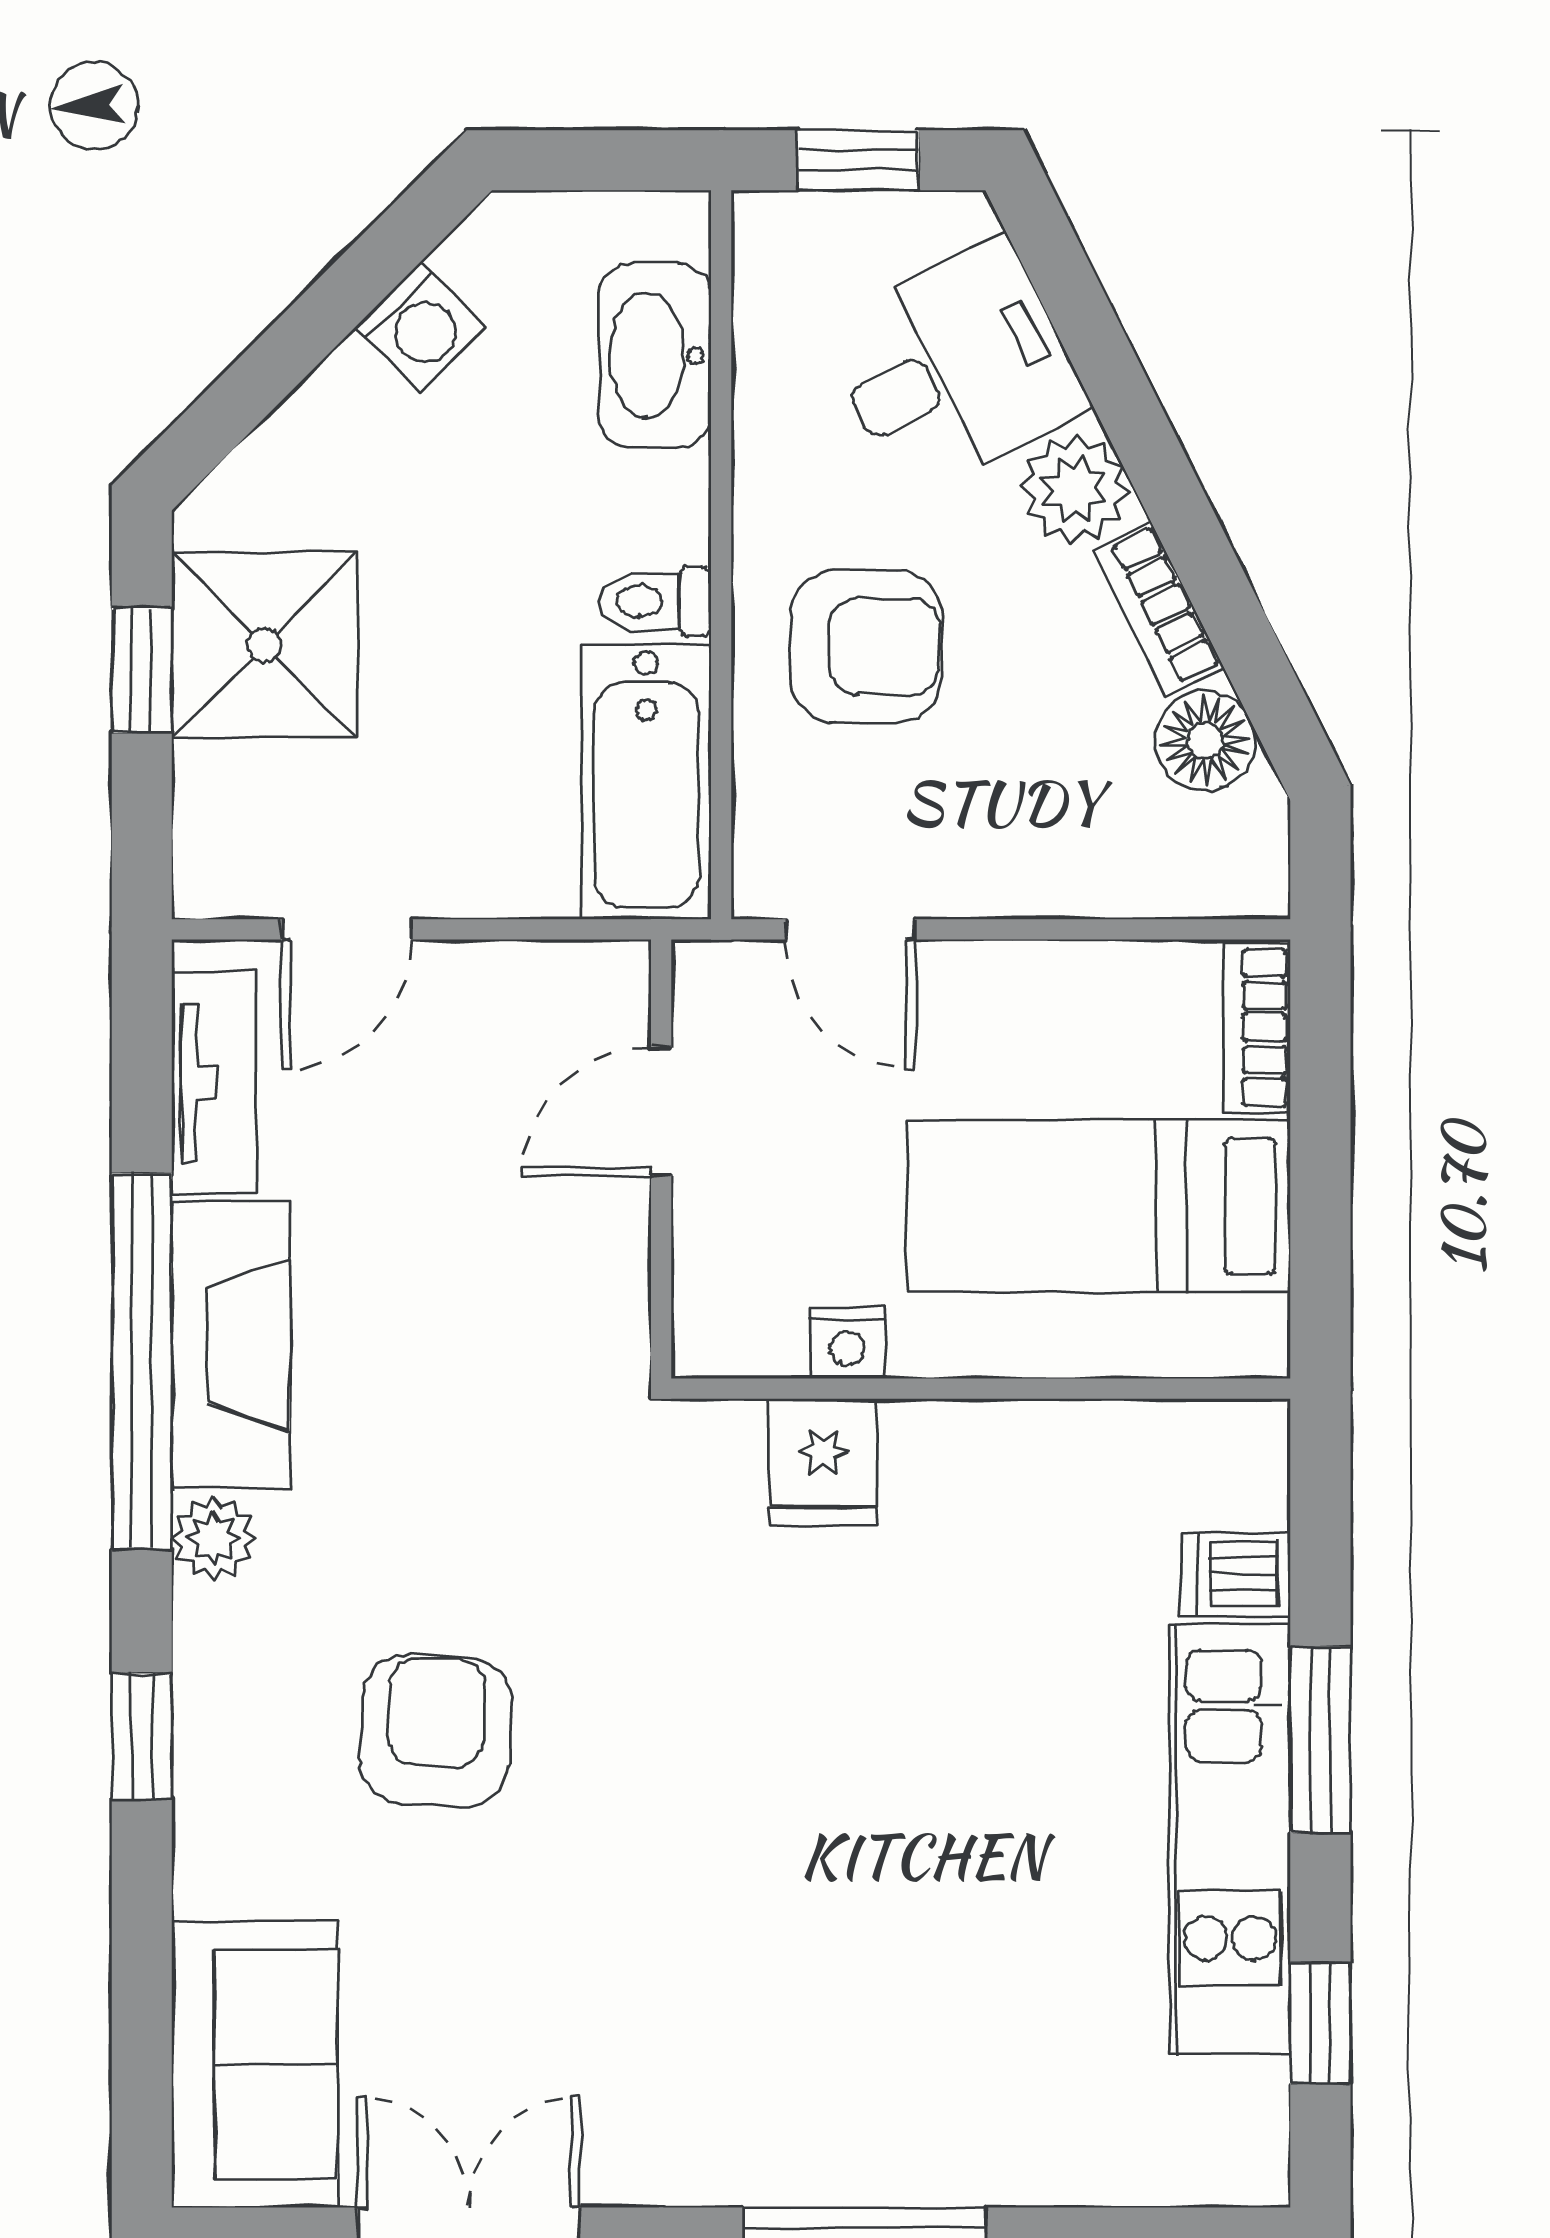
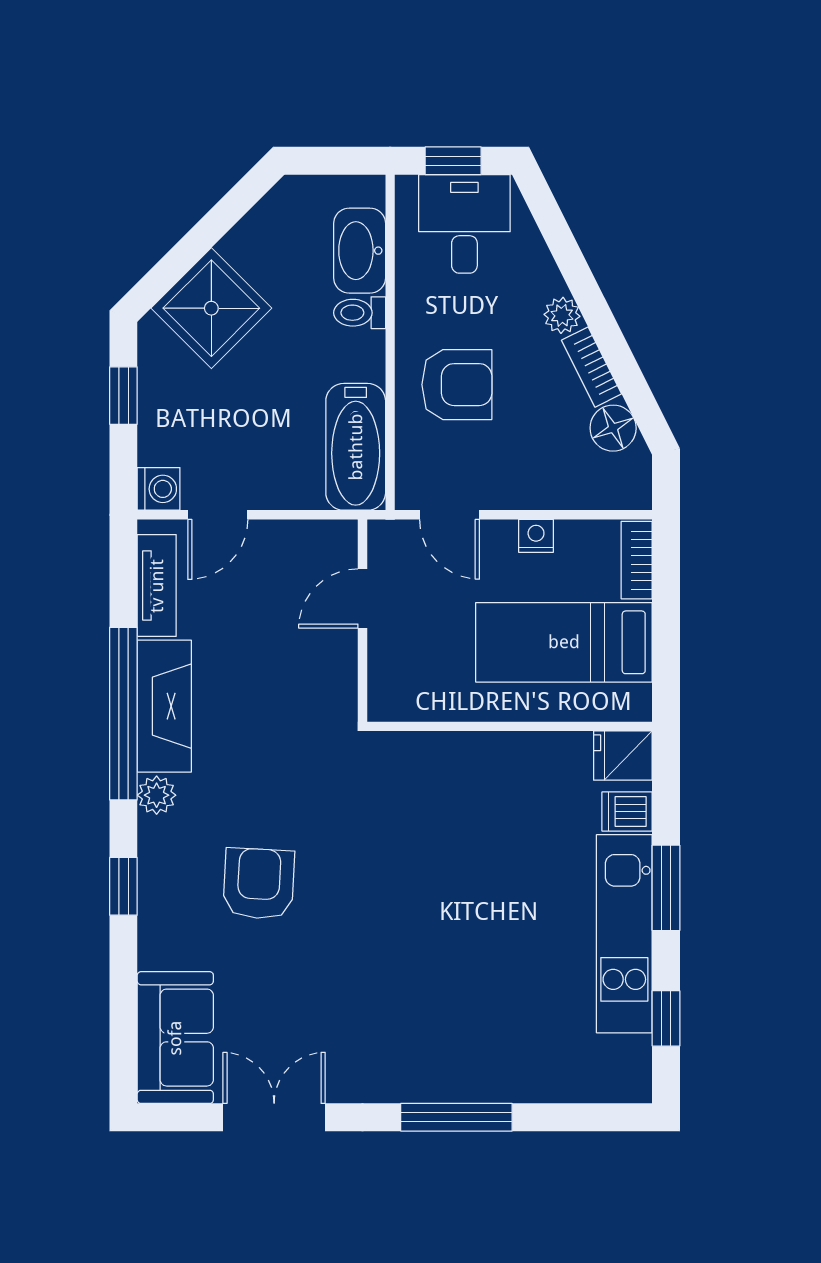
washing machine: (420, 327) -> (159, 489), moved, turned -45
desk: (955, 368) -> (464, 224), moved, turned -63
plant: (1074, 489) -> (562, 315), width x0.73, depth x0.73
toilet: (655, 601) -> (360, 313), moved
shower: (265, 645) -> (211, 308), moved, turned 45
nightstand: (847, 1343) -> (536, 536), moved, turned 180
fridge: (823, 1462) -> (623, 756), moved, turned 90

